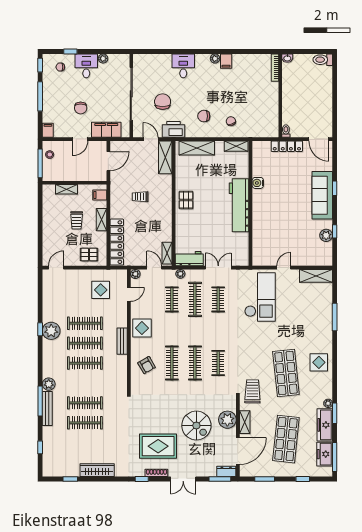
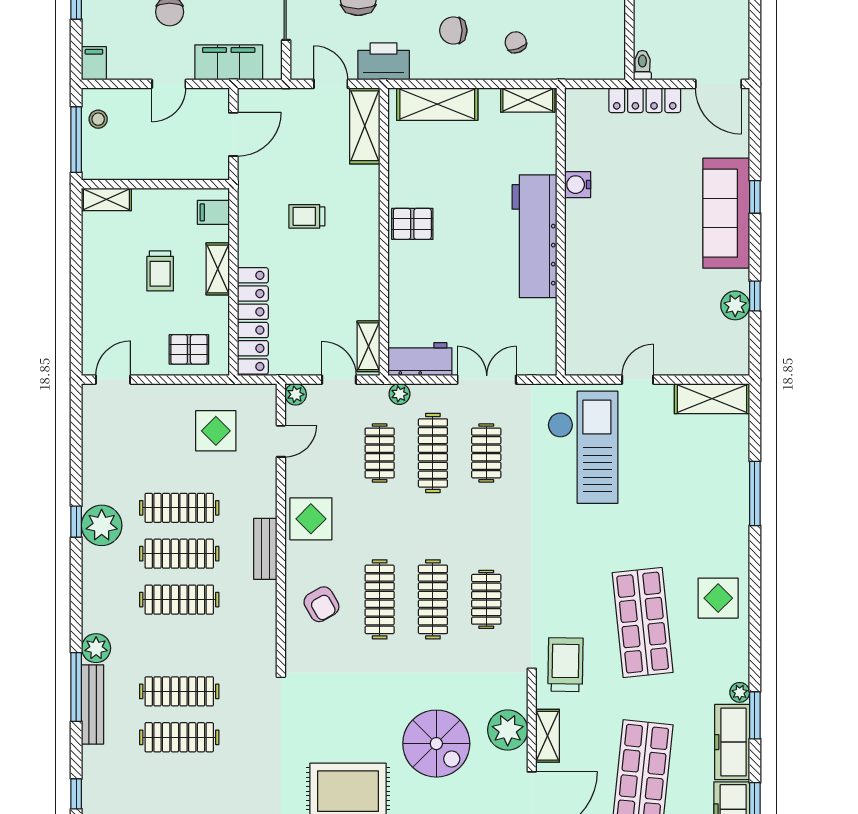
shelving: (67, 189) -> (106, 199), moved
pallet: (186, 200) -> (412, 224), turned 90

